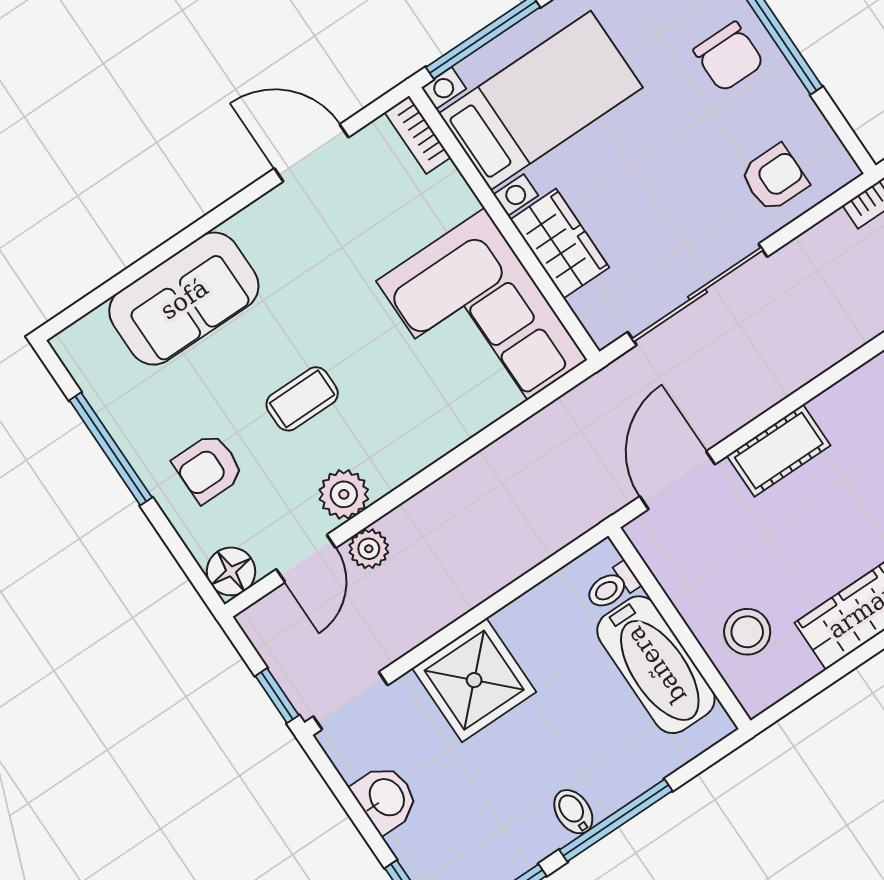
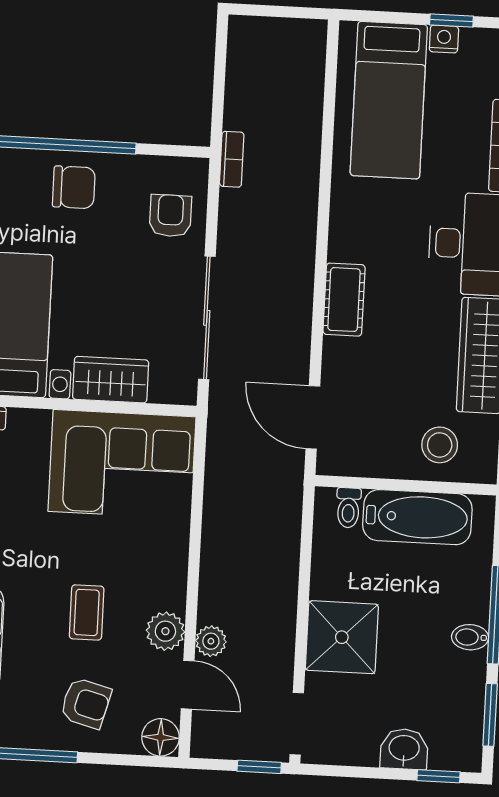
cot: (779, 451) -> (344, 300), moved
armchair: (208, 468) -> (86, 703), turned -75
washbasin: (386, 798) -> (404, 749), moved

